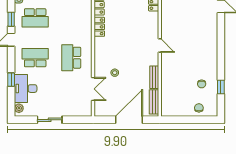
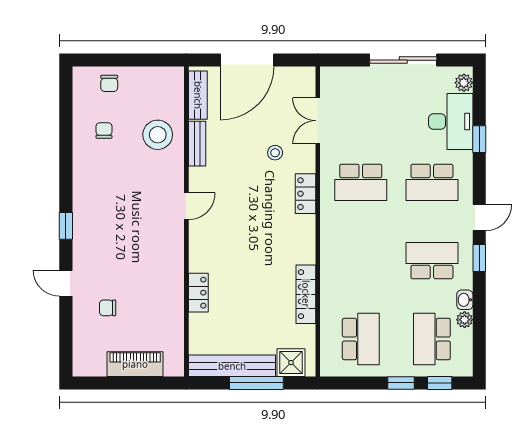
locker: (99, 27) -> (305, 194), moved
door: (160, 46) -> (186, 206), swing flipped
school desk: (71, 58) -> (361, 182), turned 90
stool: (174, 82) -> (158, 135), added
window: (221, 87) -> (66, 226), moved
sliding door: (50, 120) -> (403, 60), width x1.37

